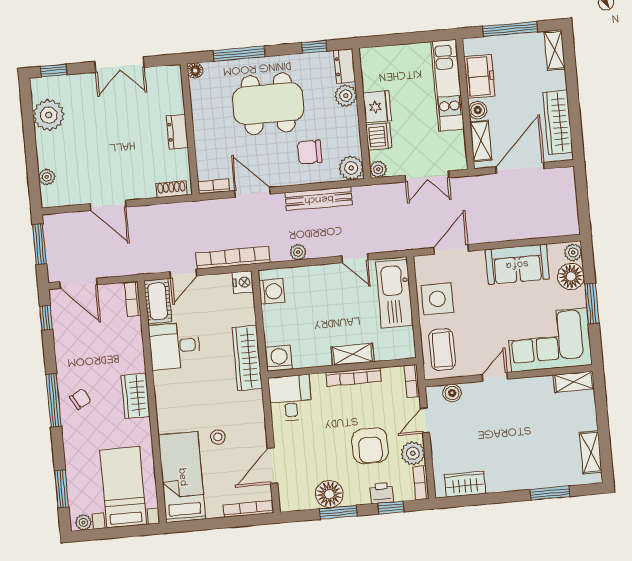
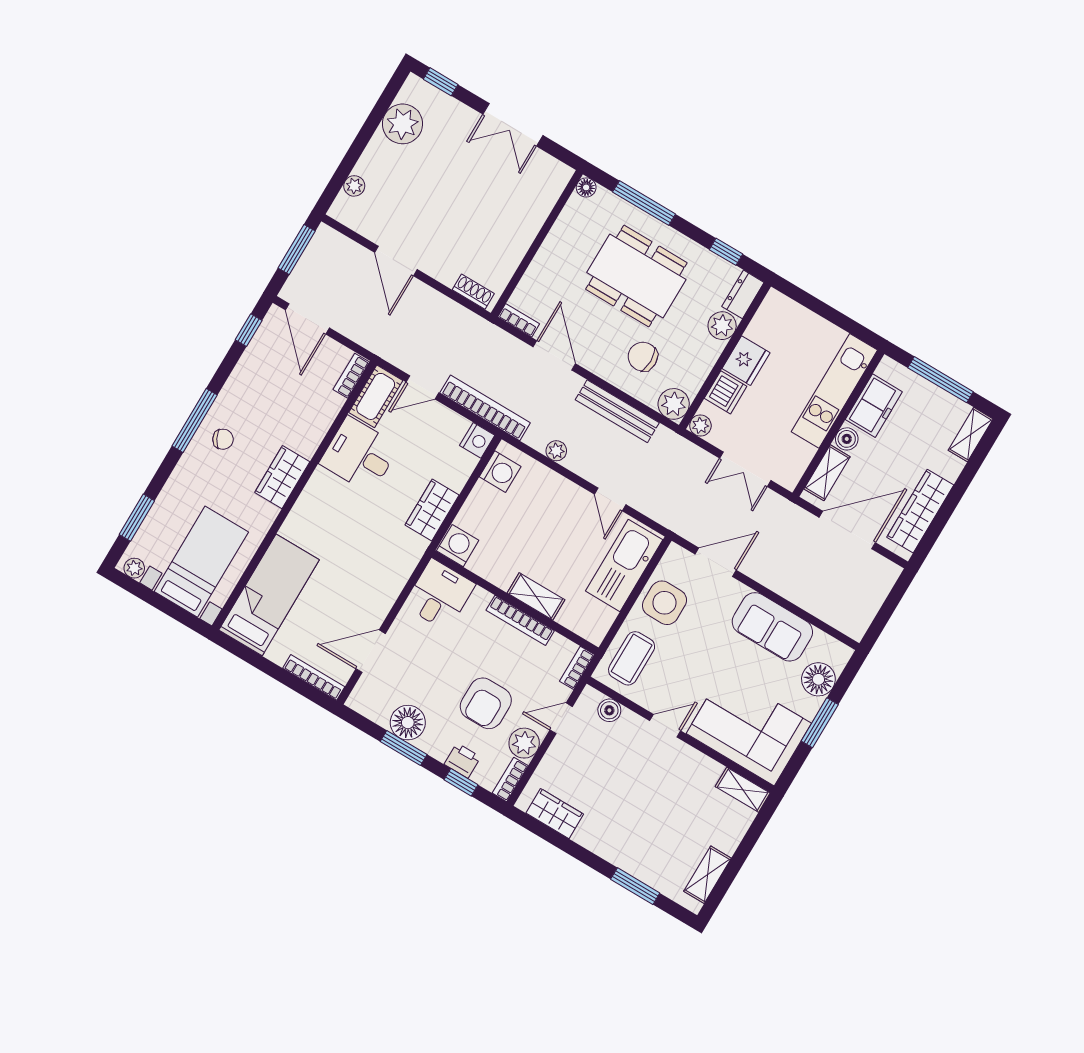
dresser: (177, 132) -> (522, 237), removed
plant: (573, 253) -> (839, 656), removed
wardrobe: (247, 358) -> (432, 510), width x0.67
stool: (218, 437) -> (336, 581), removed

